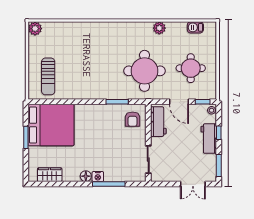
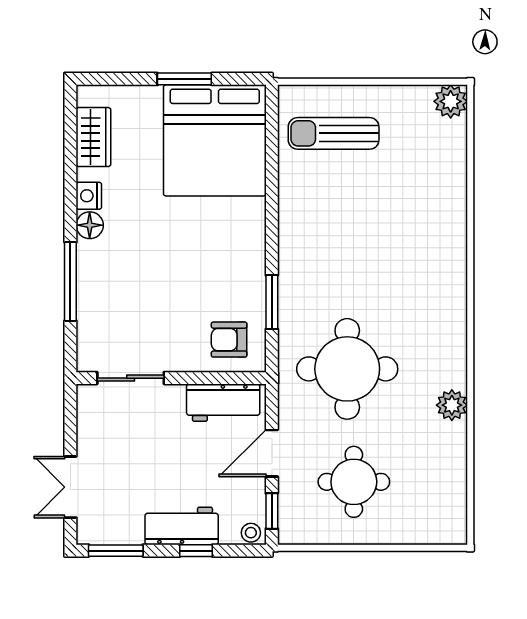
barbecue: (195, 27) -> (453, 493), removed
nightstand: (98, 177) -> (89, 196), moved

